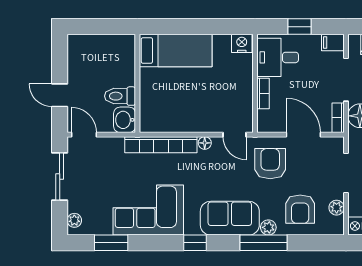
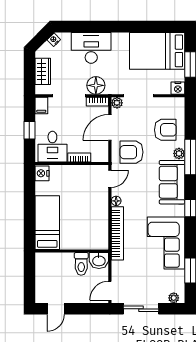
door: (60, 95) -> (56, 309), moved
plant: (337, 208) -> (117, 103), moved

